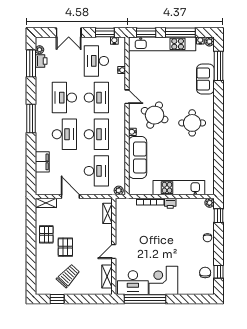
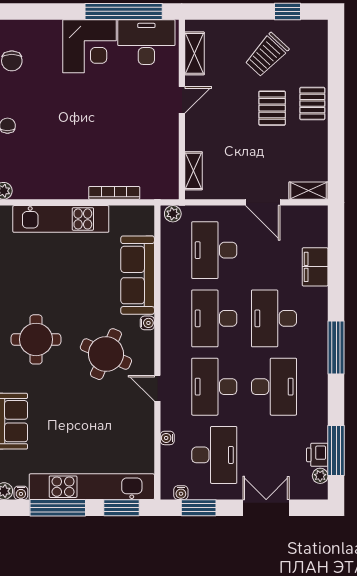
printer: (170, 203) -> (77, 190), removed
pallet: (46, 234) -> (312, 104), moved

